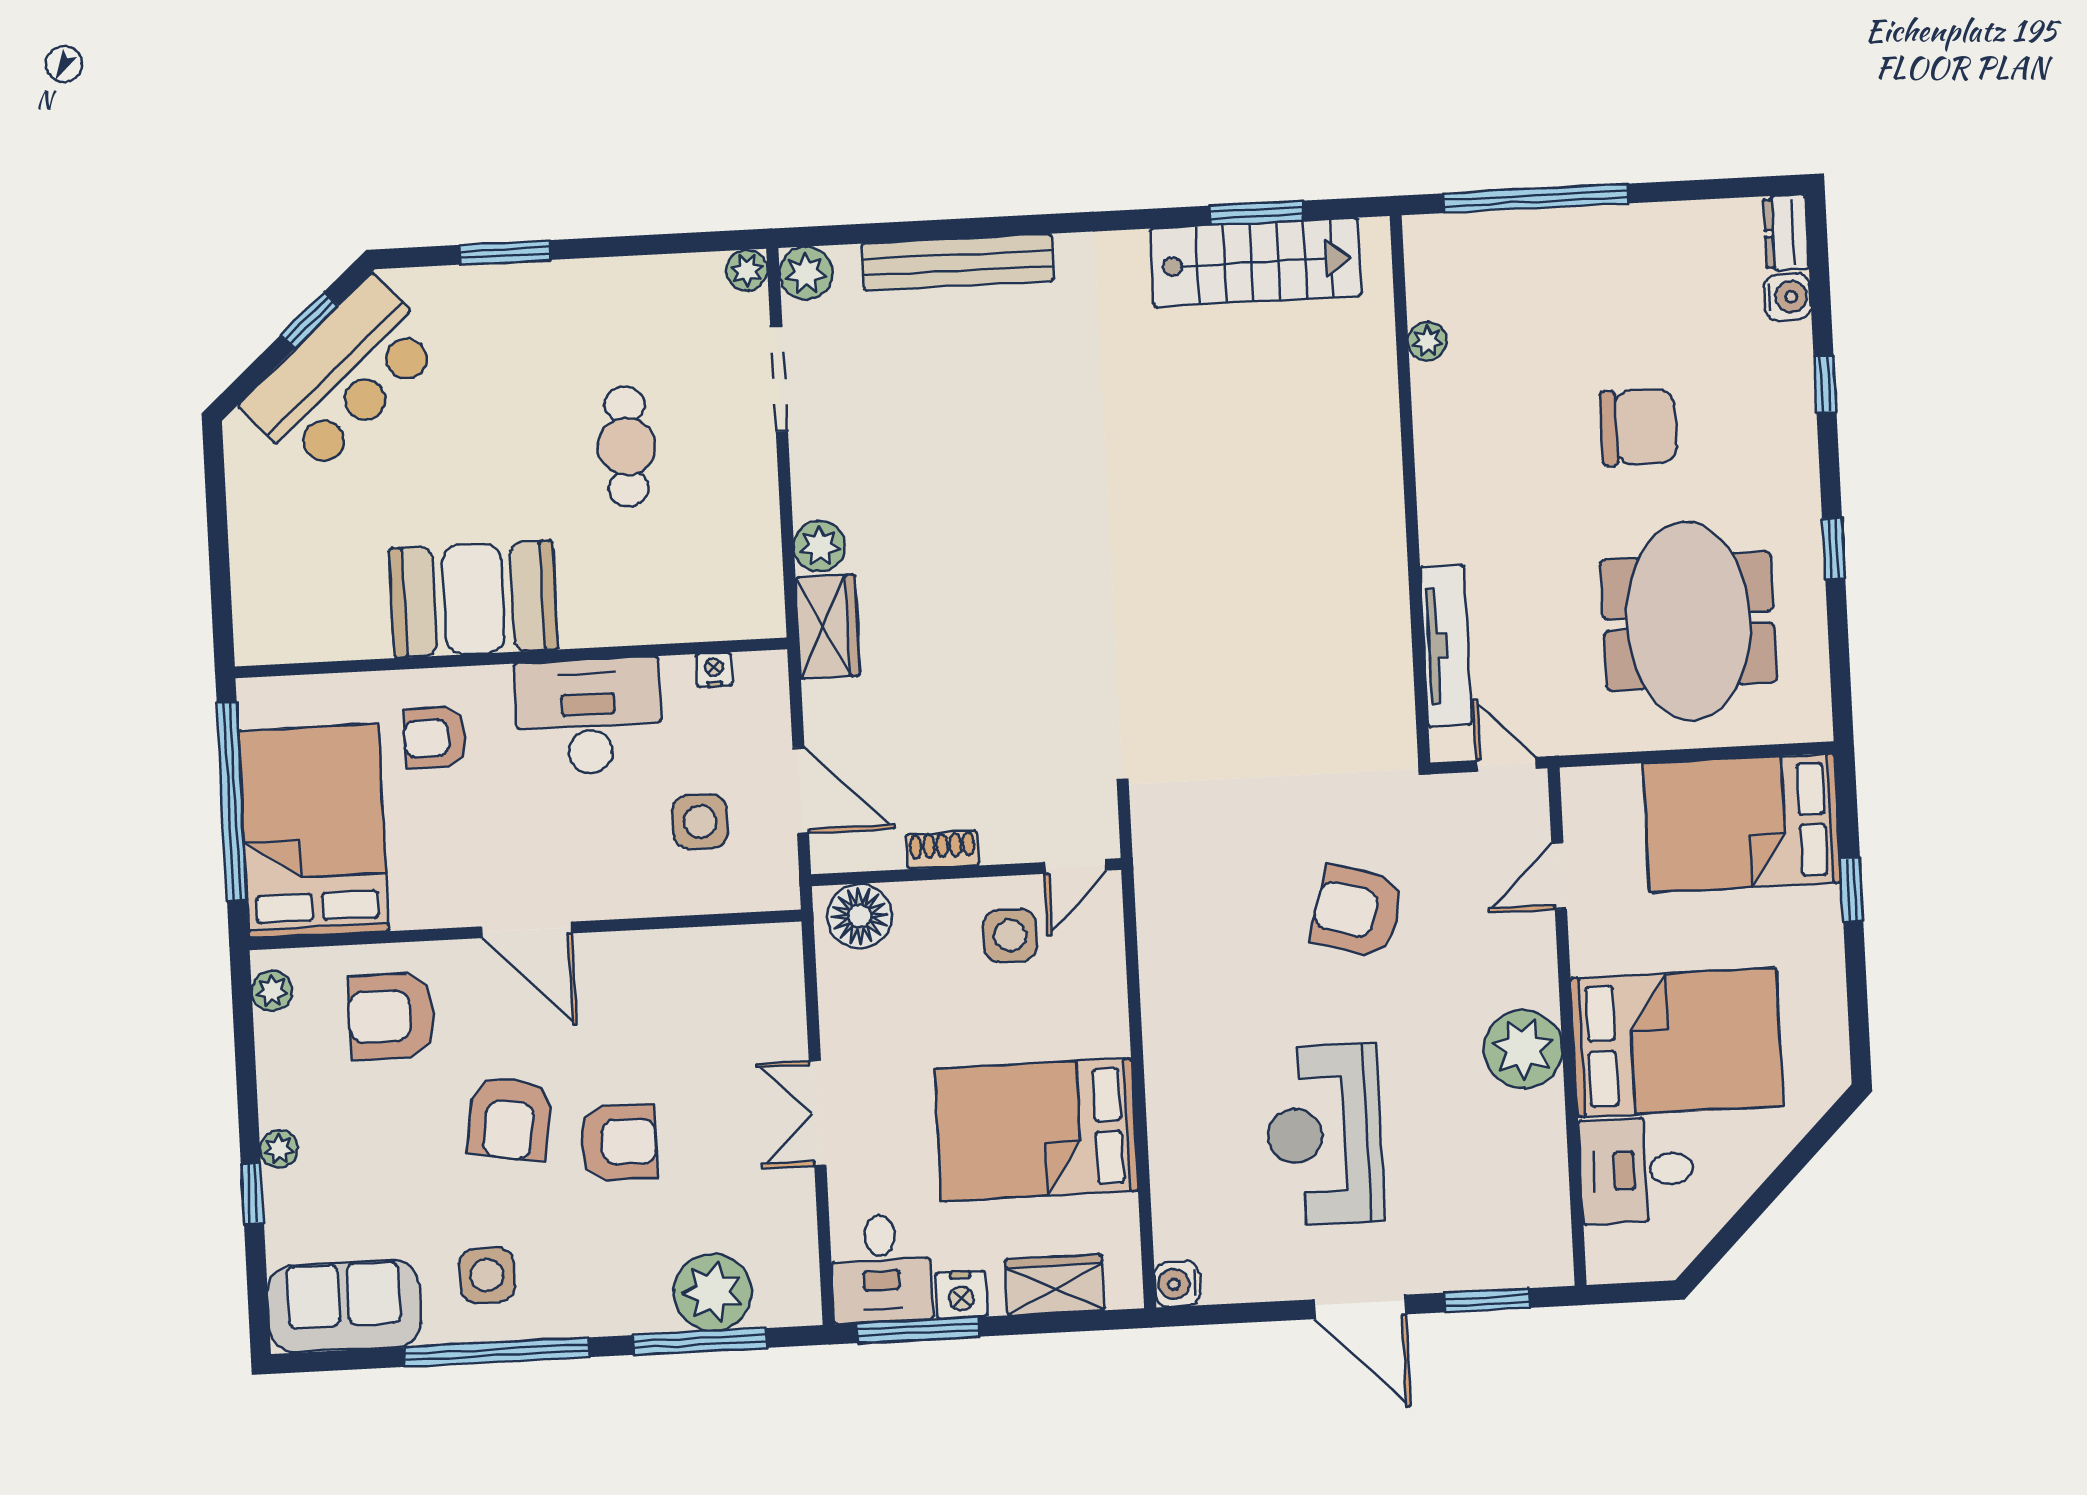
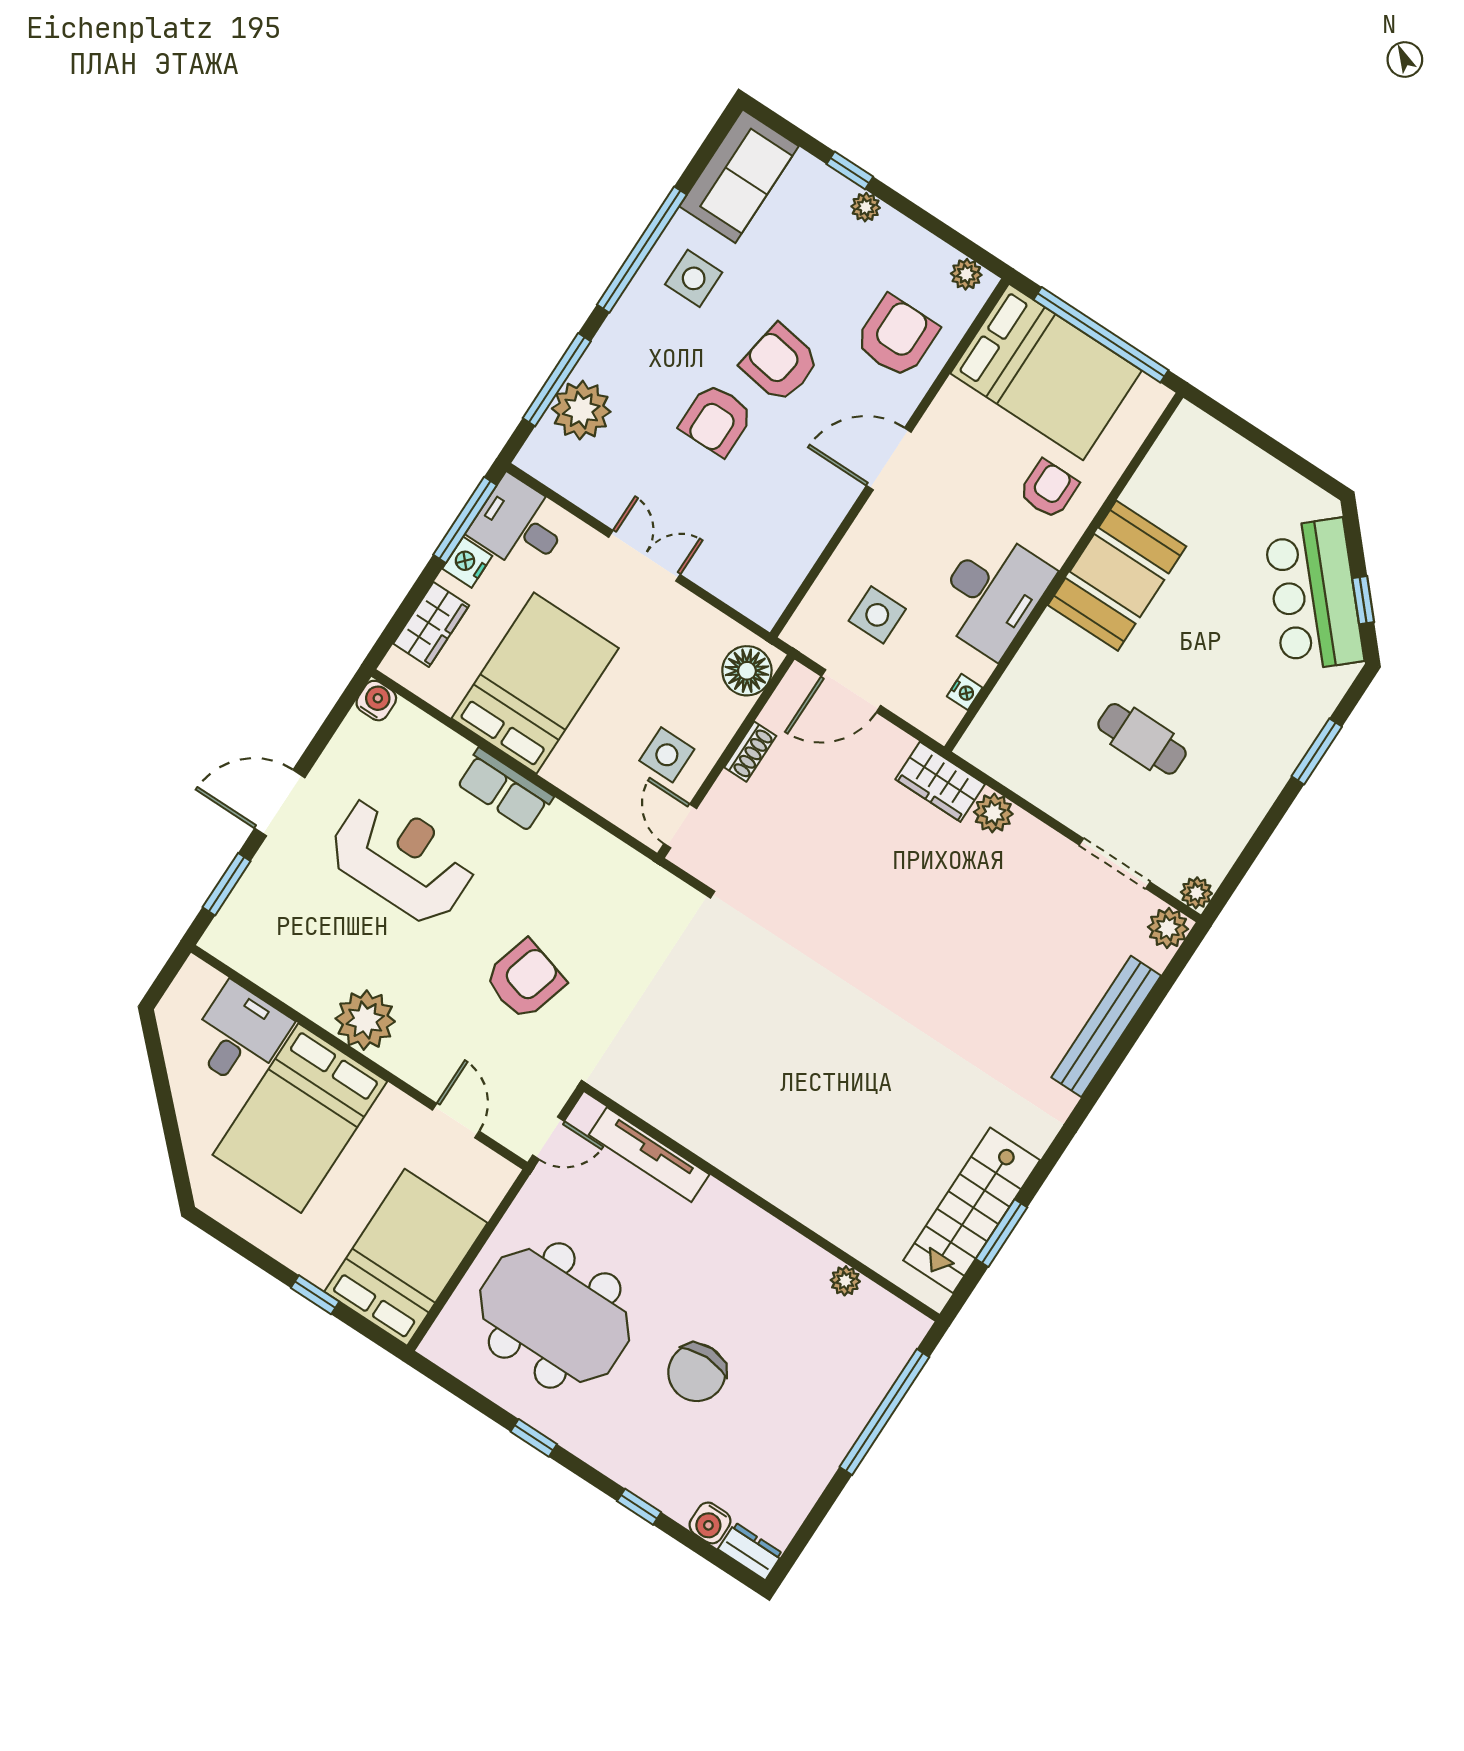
row of seats: (1173, 1080) -> (505, 790), added

